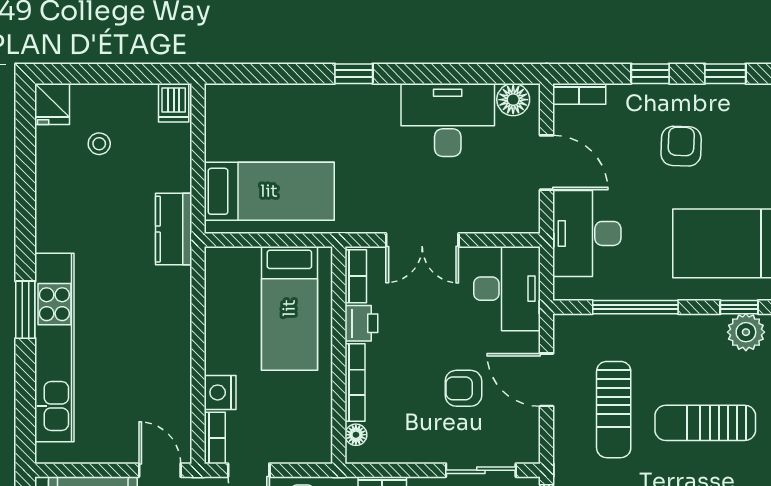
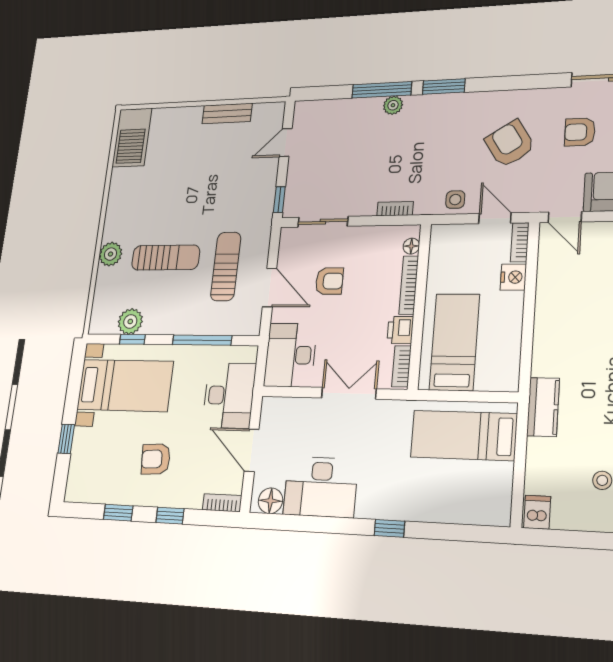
armchair: (681, 146) -> (156, 459), turned 84

